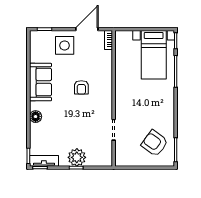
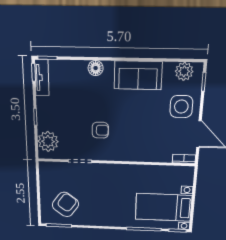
plant: (37, 45) -> (184, 71), added
armchair: (81, 87) -> (100, 130), moved, turned 180
plant: (77, 157) -> (48, 141), moved

